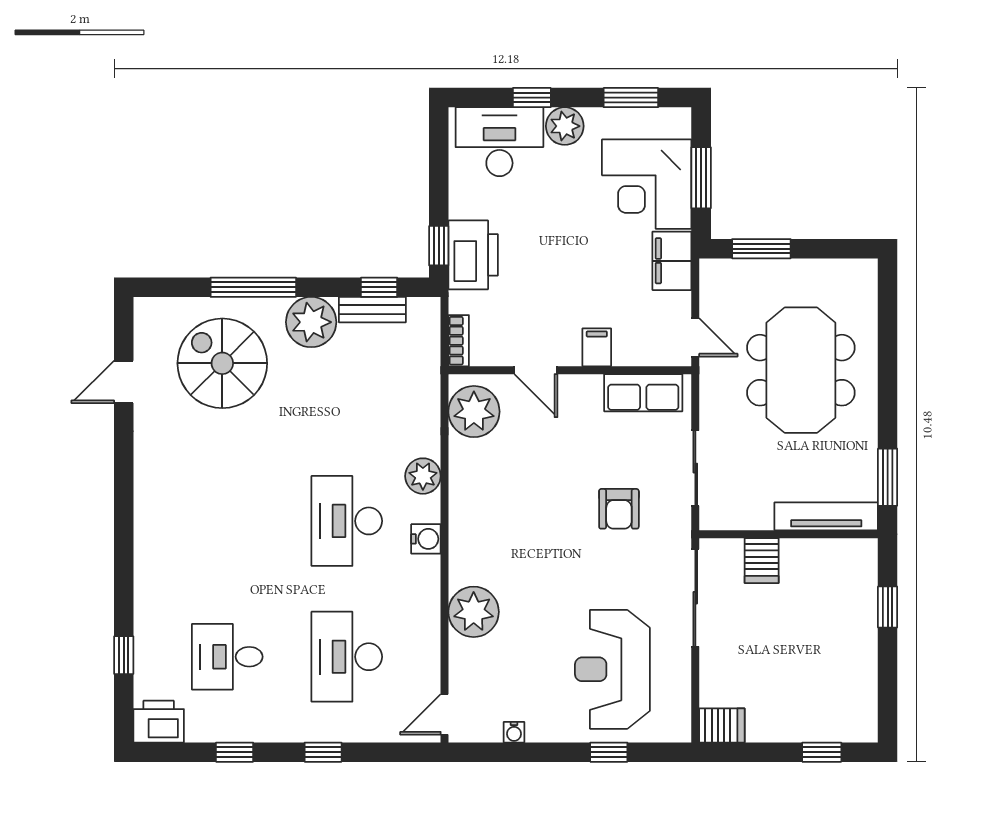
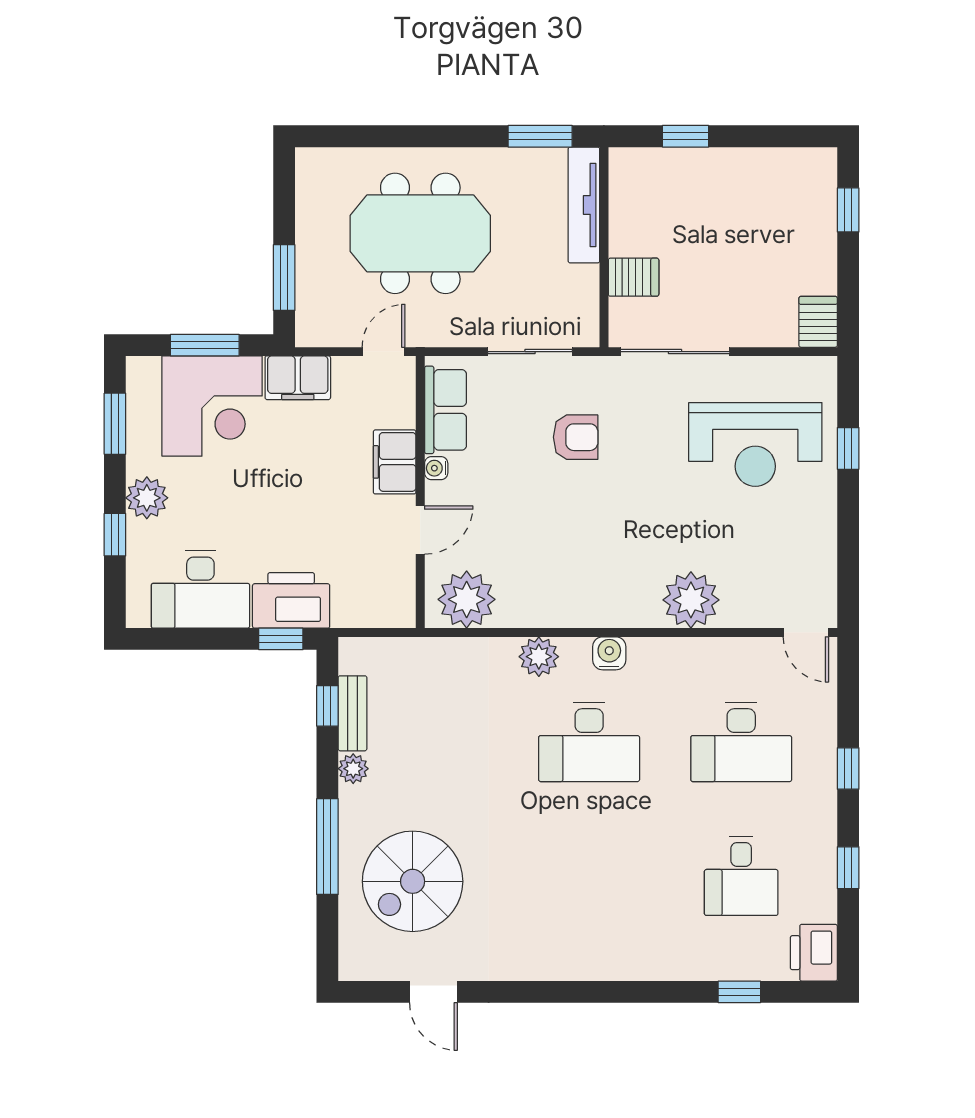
desk: (499, 142) -> (200, 590), moved, turned -90
plant: (311, 322) -> (353, 769), width x0.53, depth x0.53
bookcase: (459, 341) -> (387, 617), removed
filing cabinet: (597, 347) -> (395, 462), width x2.00
water cooler: (514, 732) -> (436, 468), moved, turned 180

